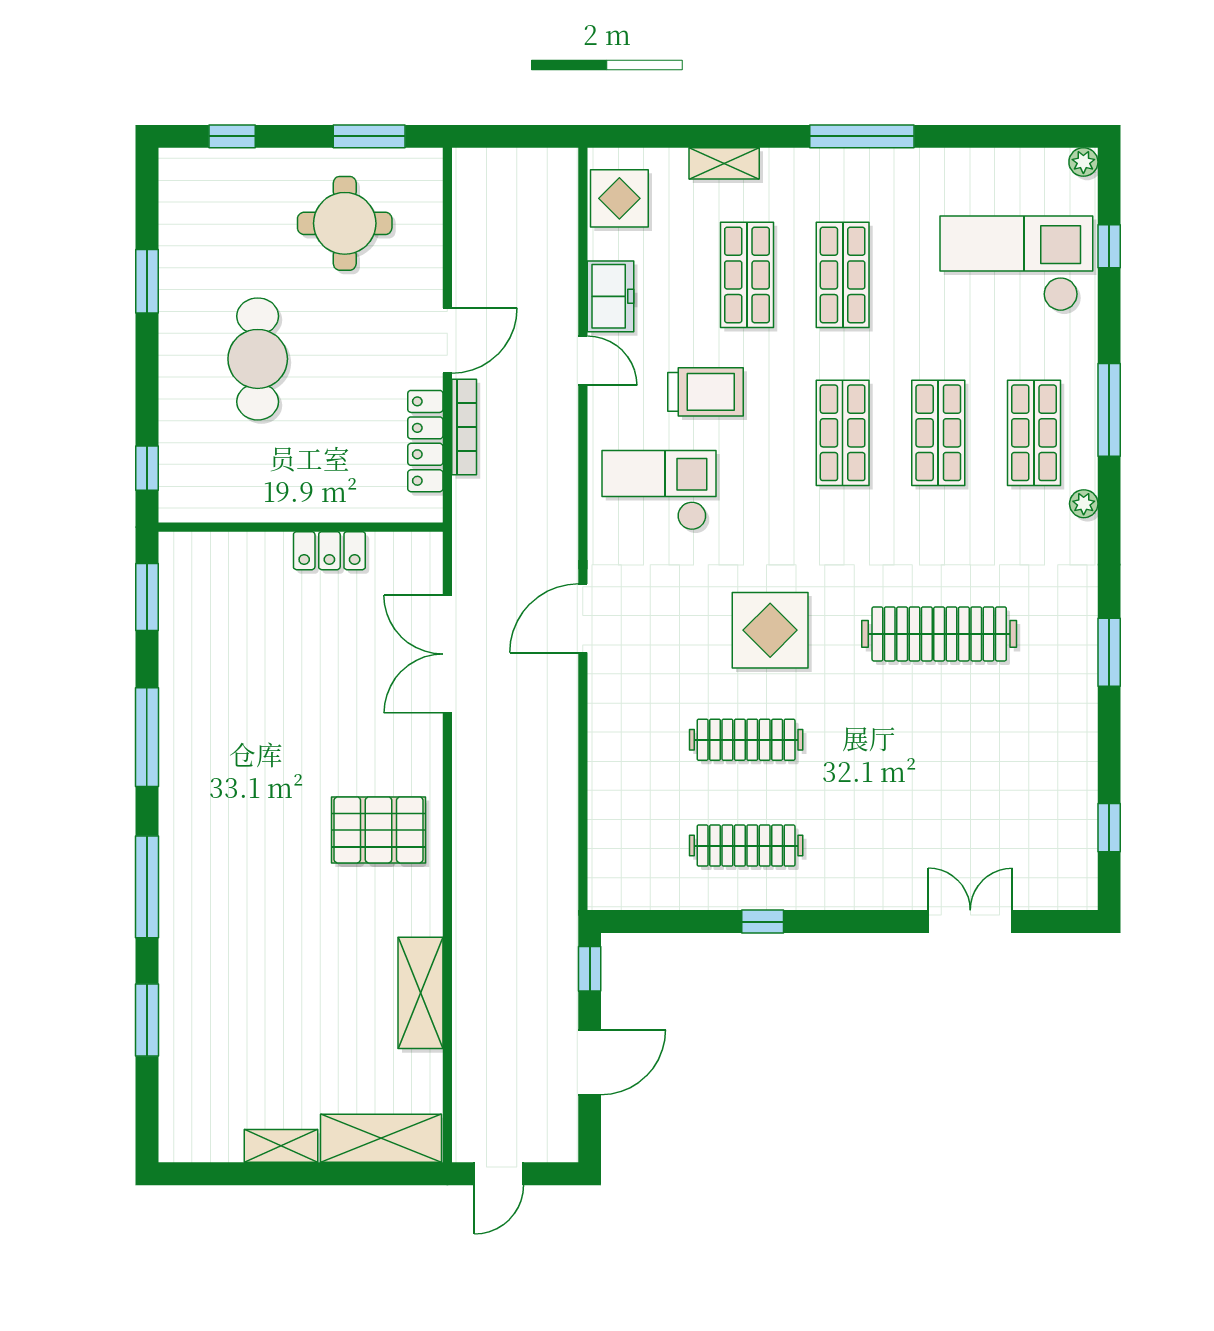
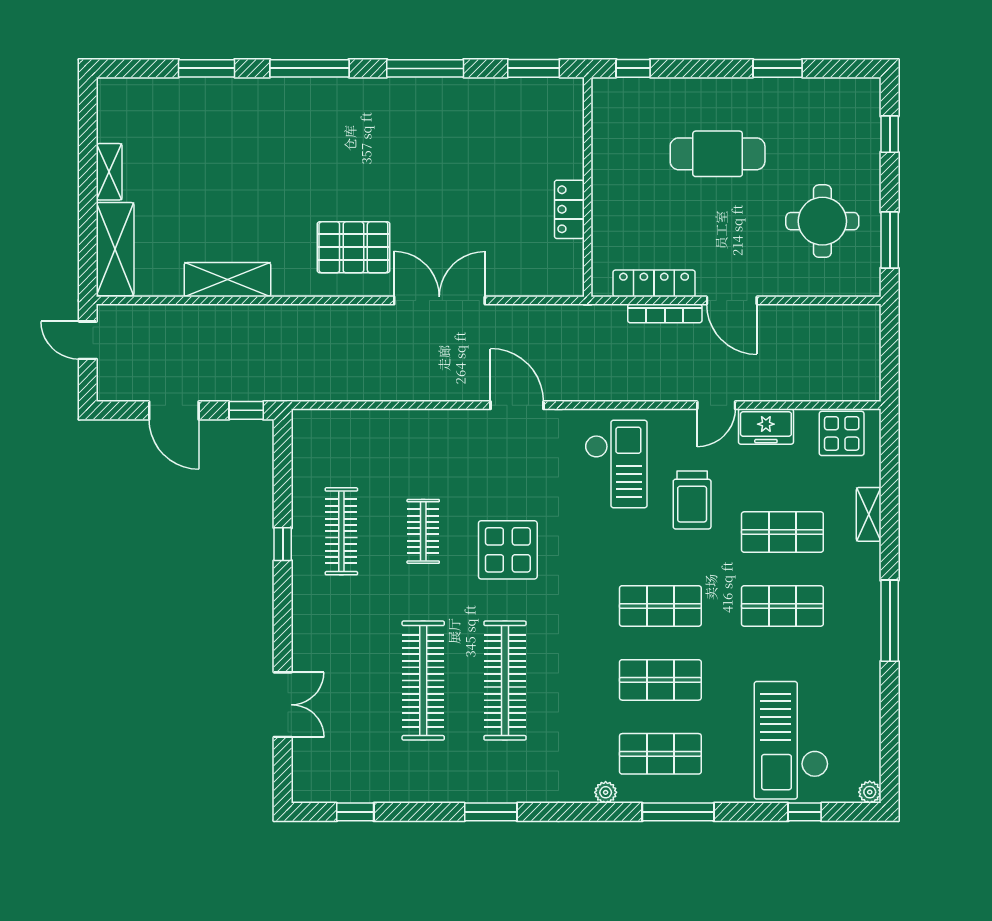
checkout: (1016, 264) -> (791, 740), turned 180
double door: (447, 654) -> (439, 300), moved
clothes rail: (746, 740) -> (423, 531), width x0.73
clothes rail: (939, 740) -> (423, 681), added
pallet: (379, 830) -> (353, 247), turned 90

